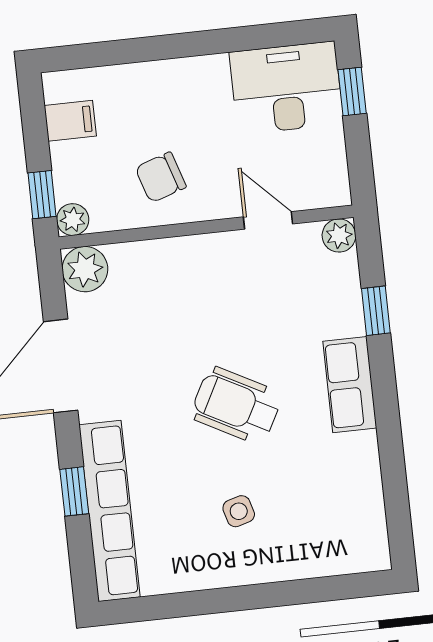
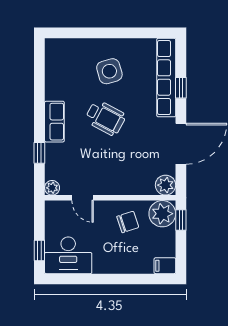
filing cabinet: (70, 121) -> (165, 266), moved
plant: (73, 220) -> (162, 214), width x1.88, depth x1.88
side table: (239, 511) -> (109, 71), width x1.87, depth x1.87

